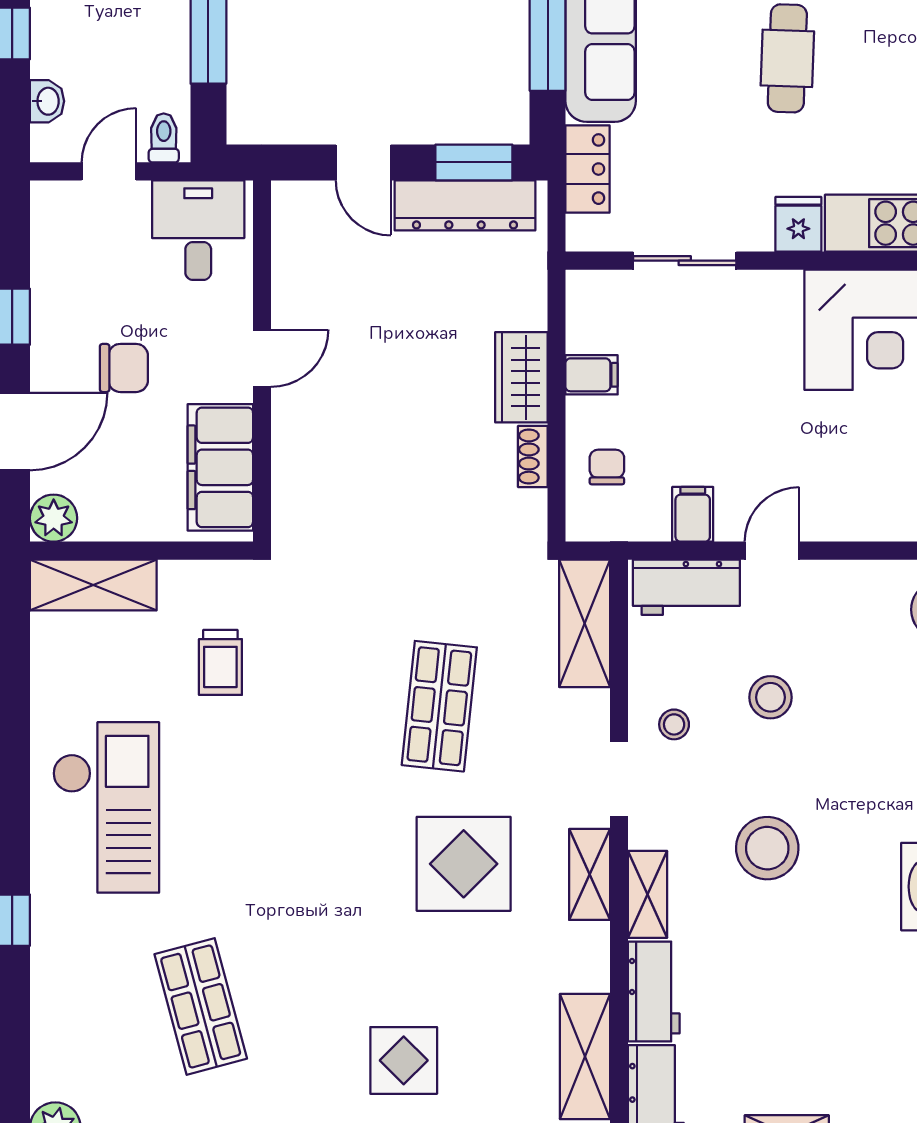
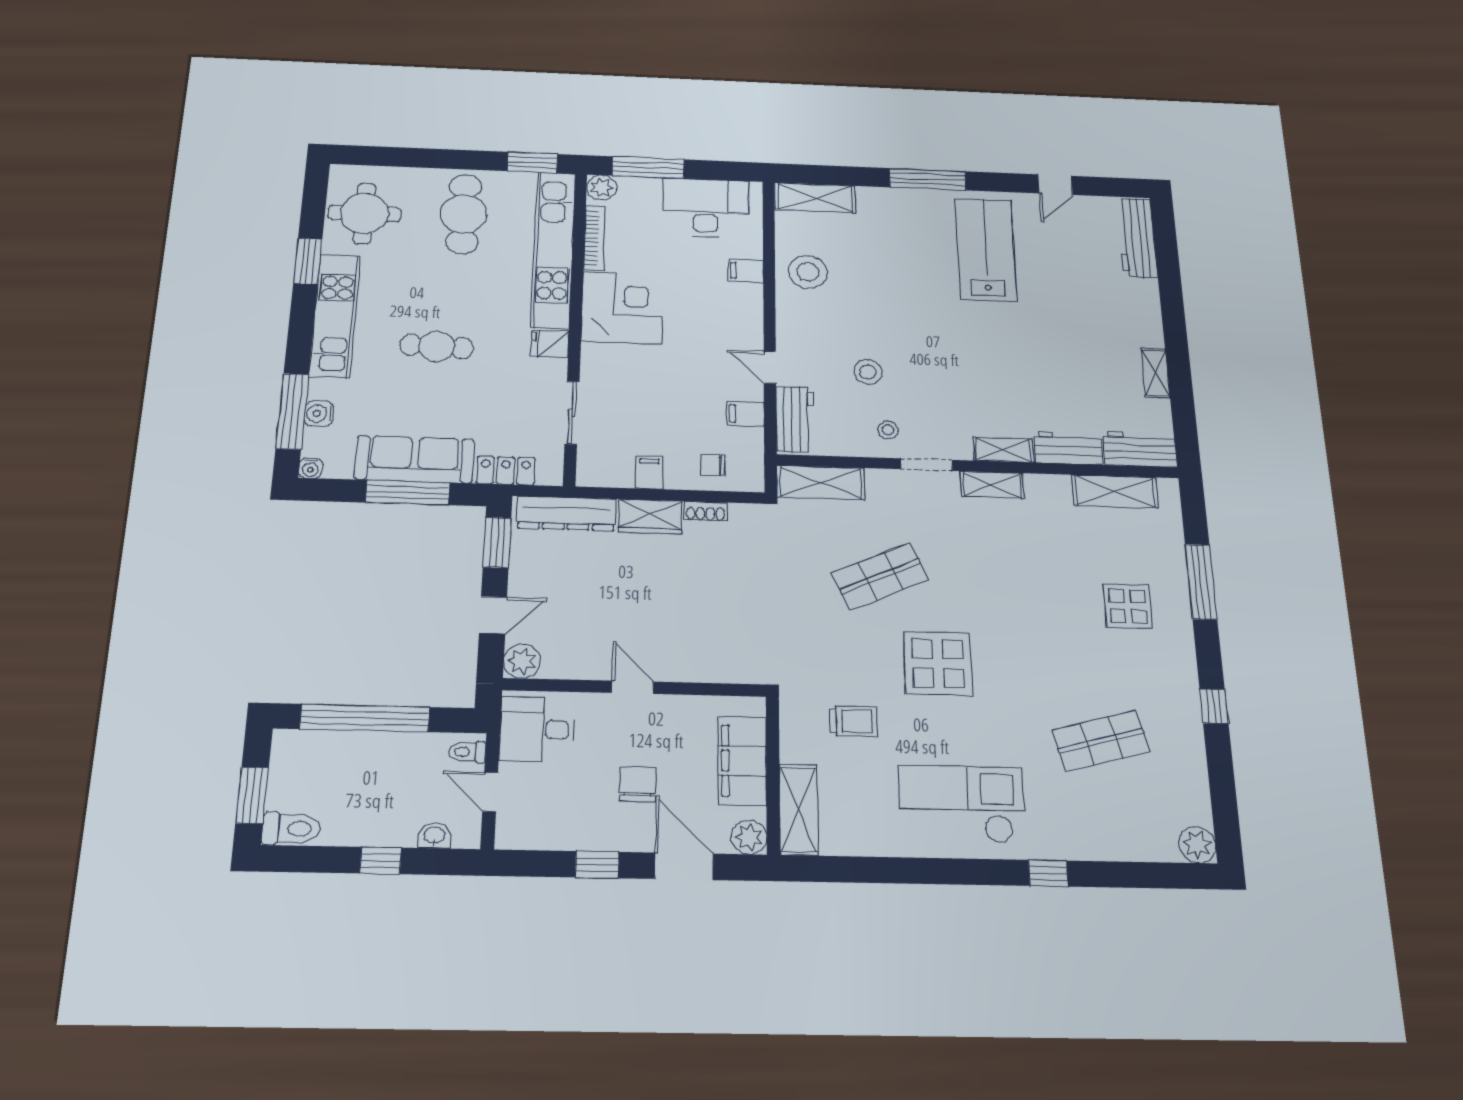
plant: (296, 205) -> (522, 661), added
dresser: (465, 205) -> (566, 513), moved, turned 90
filing cabinet: (220, 467) -> (742, 761), moved, turned 90
shop shelf: (439, 706) -> (880, 576), turned -30
stool: (767, 848) -> (968, 377), removed
display table: (464, 864) -> (938, 663), moved

